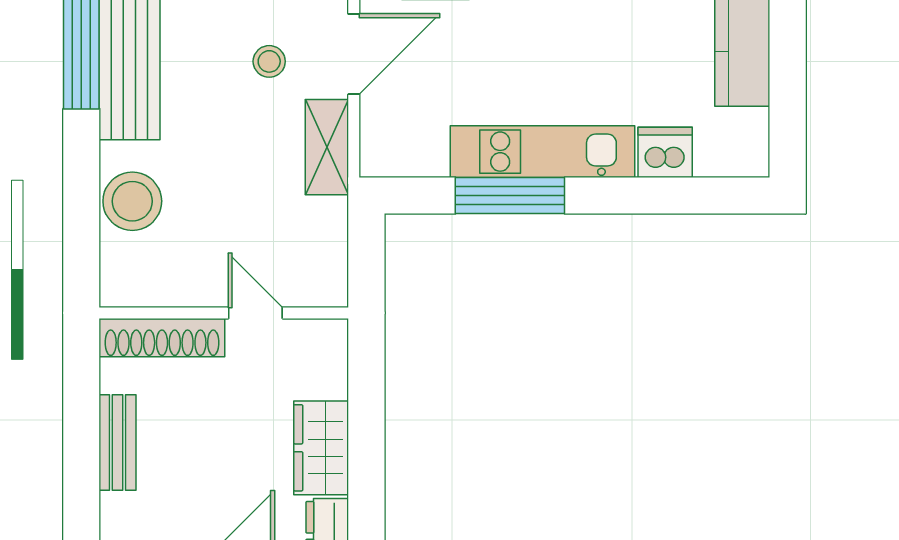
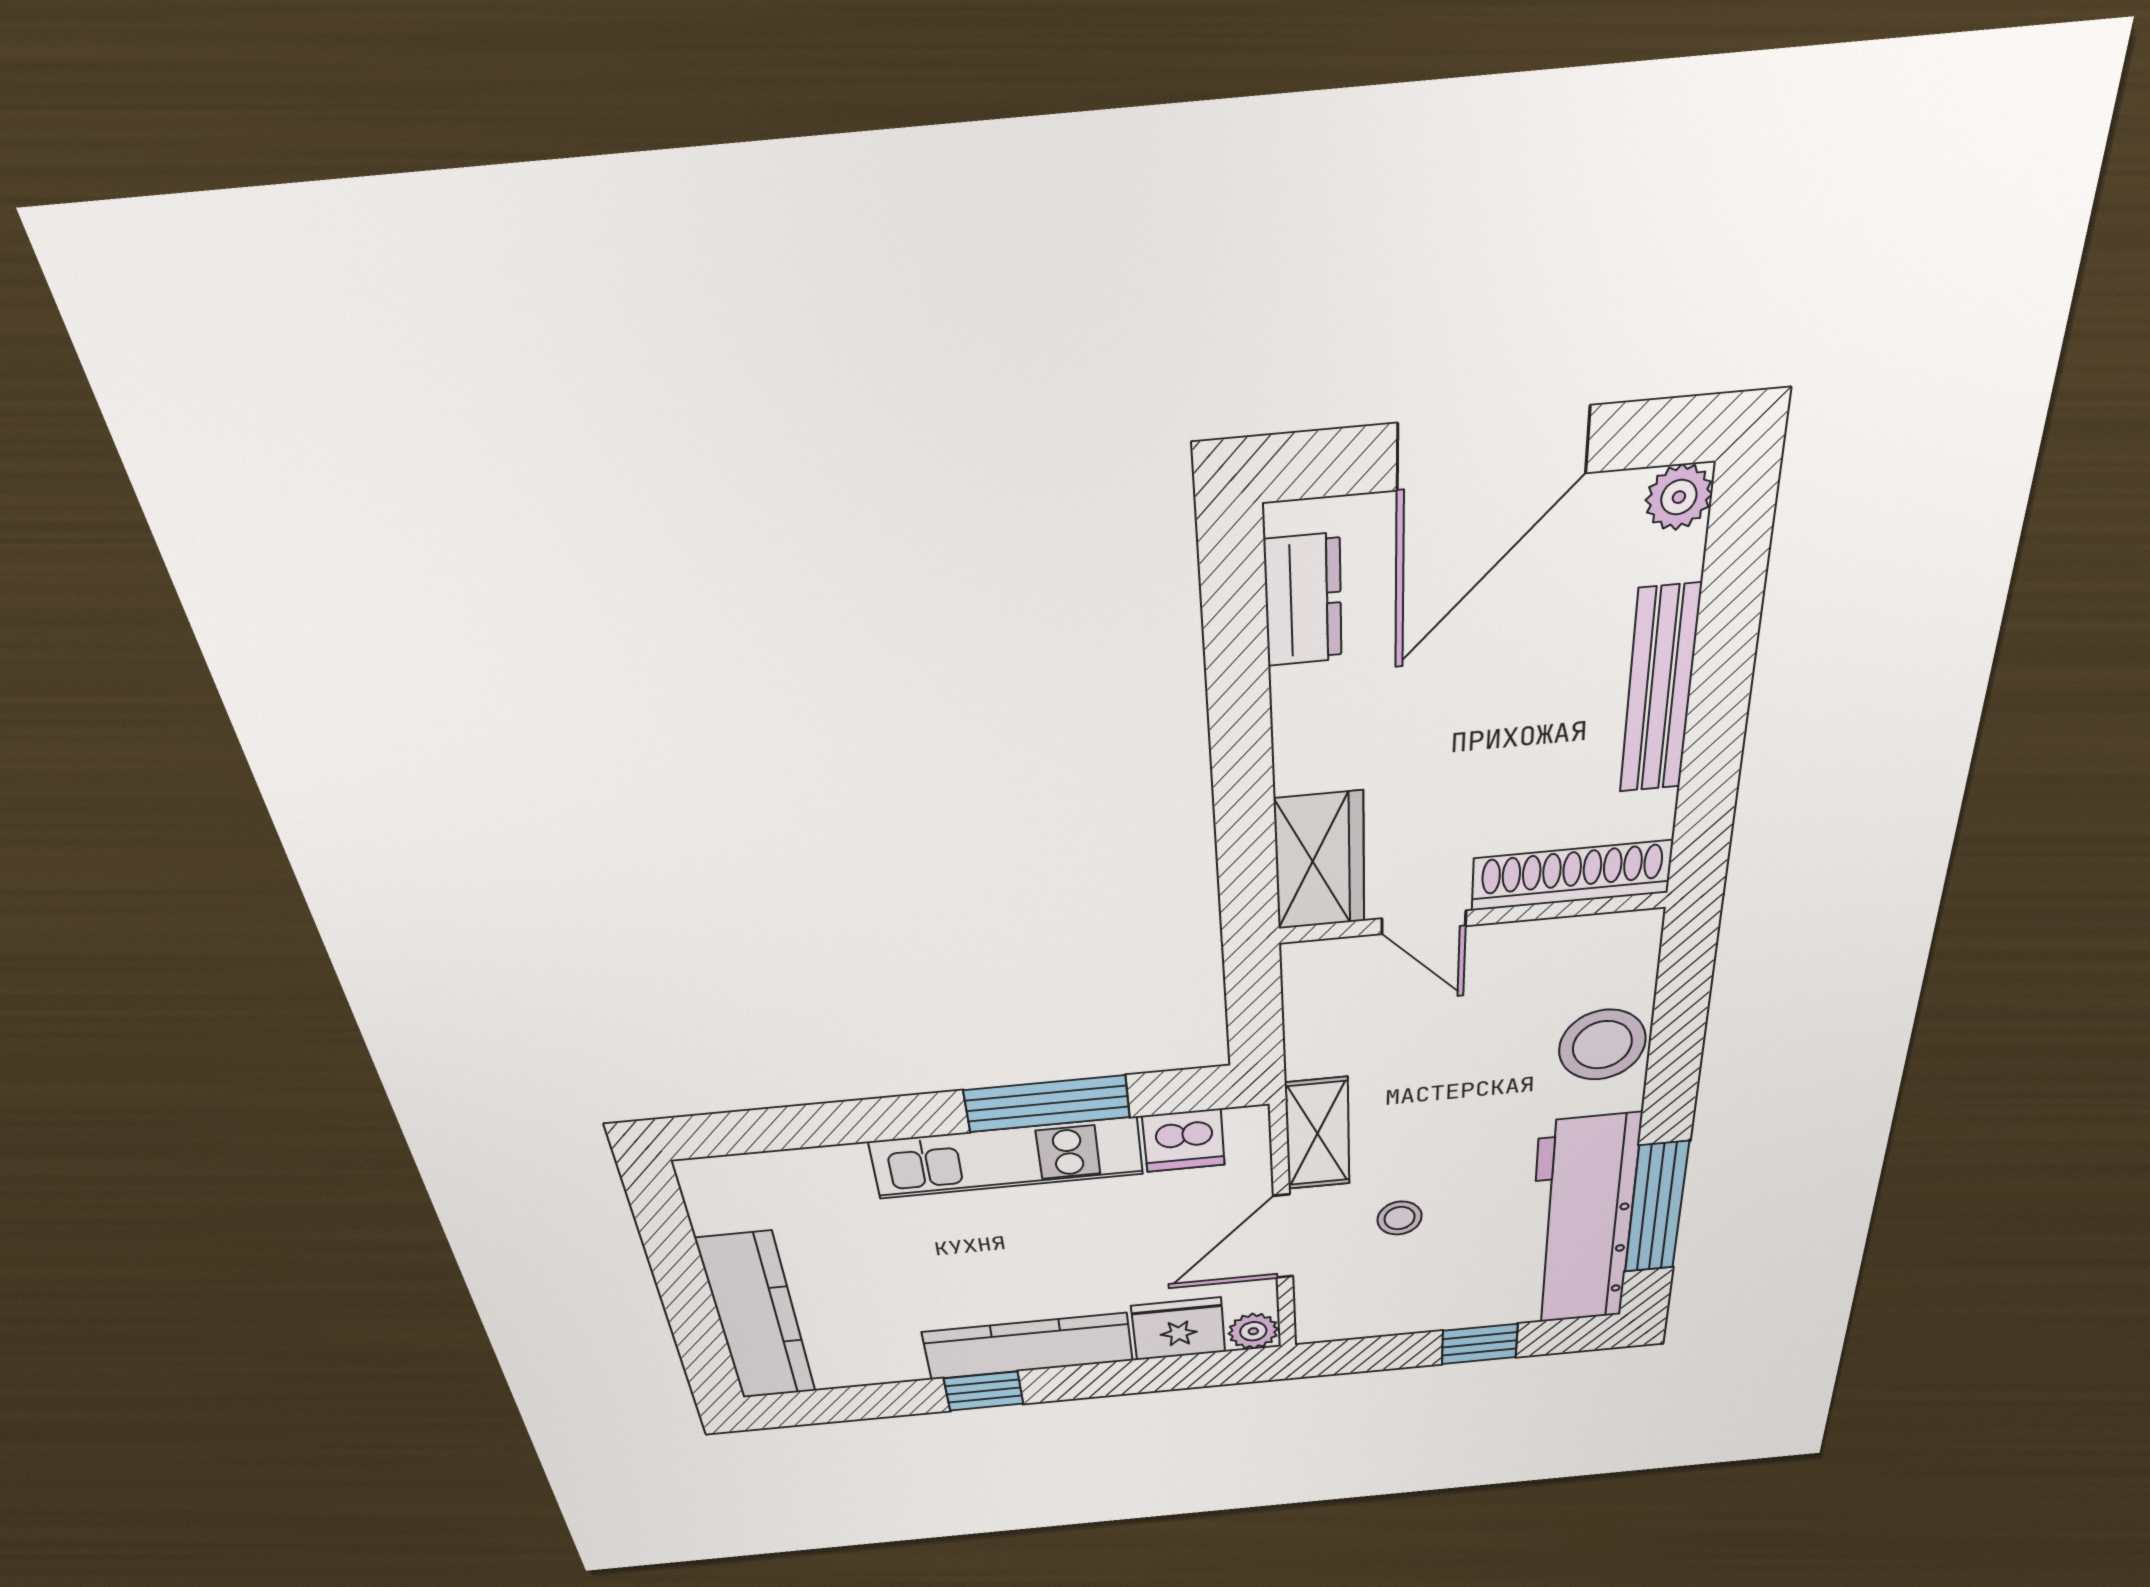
dishwasher: (665, 152) -> (1184, 1141), moved
bench: (118, 443) -> (1660, 690), width x1.36
wardrobe: (321, 448) -> (1320, 861), moved

